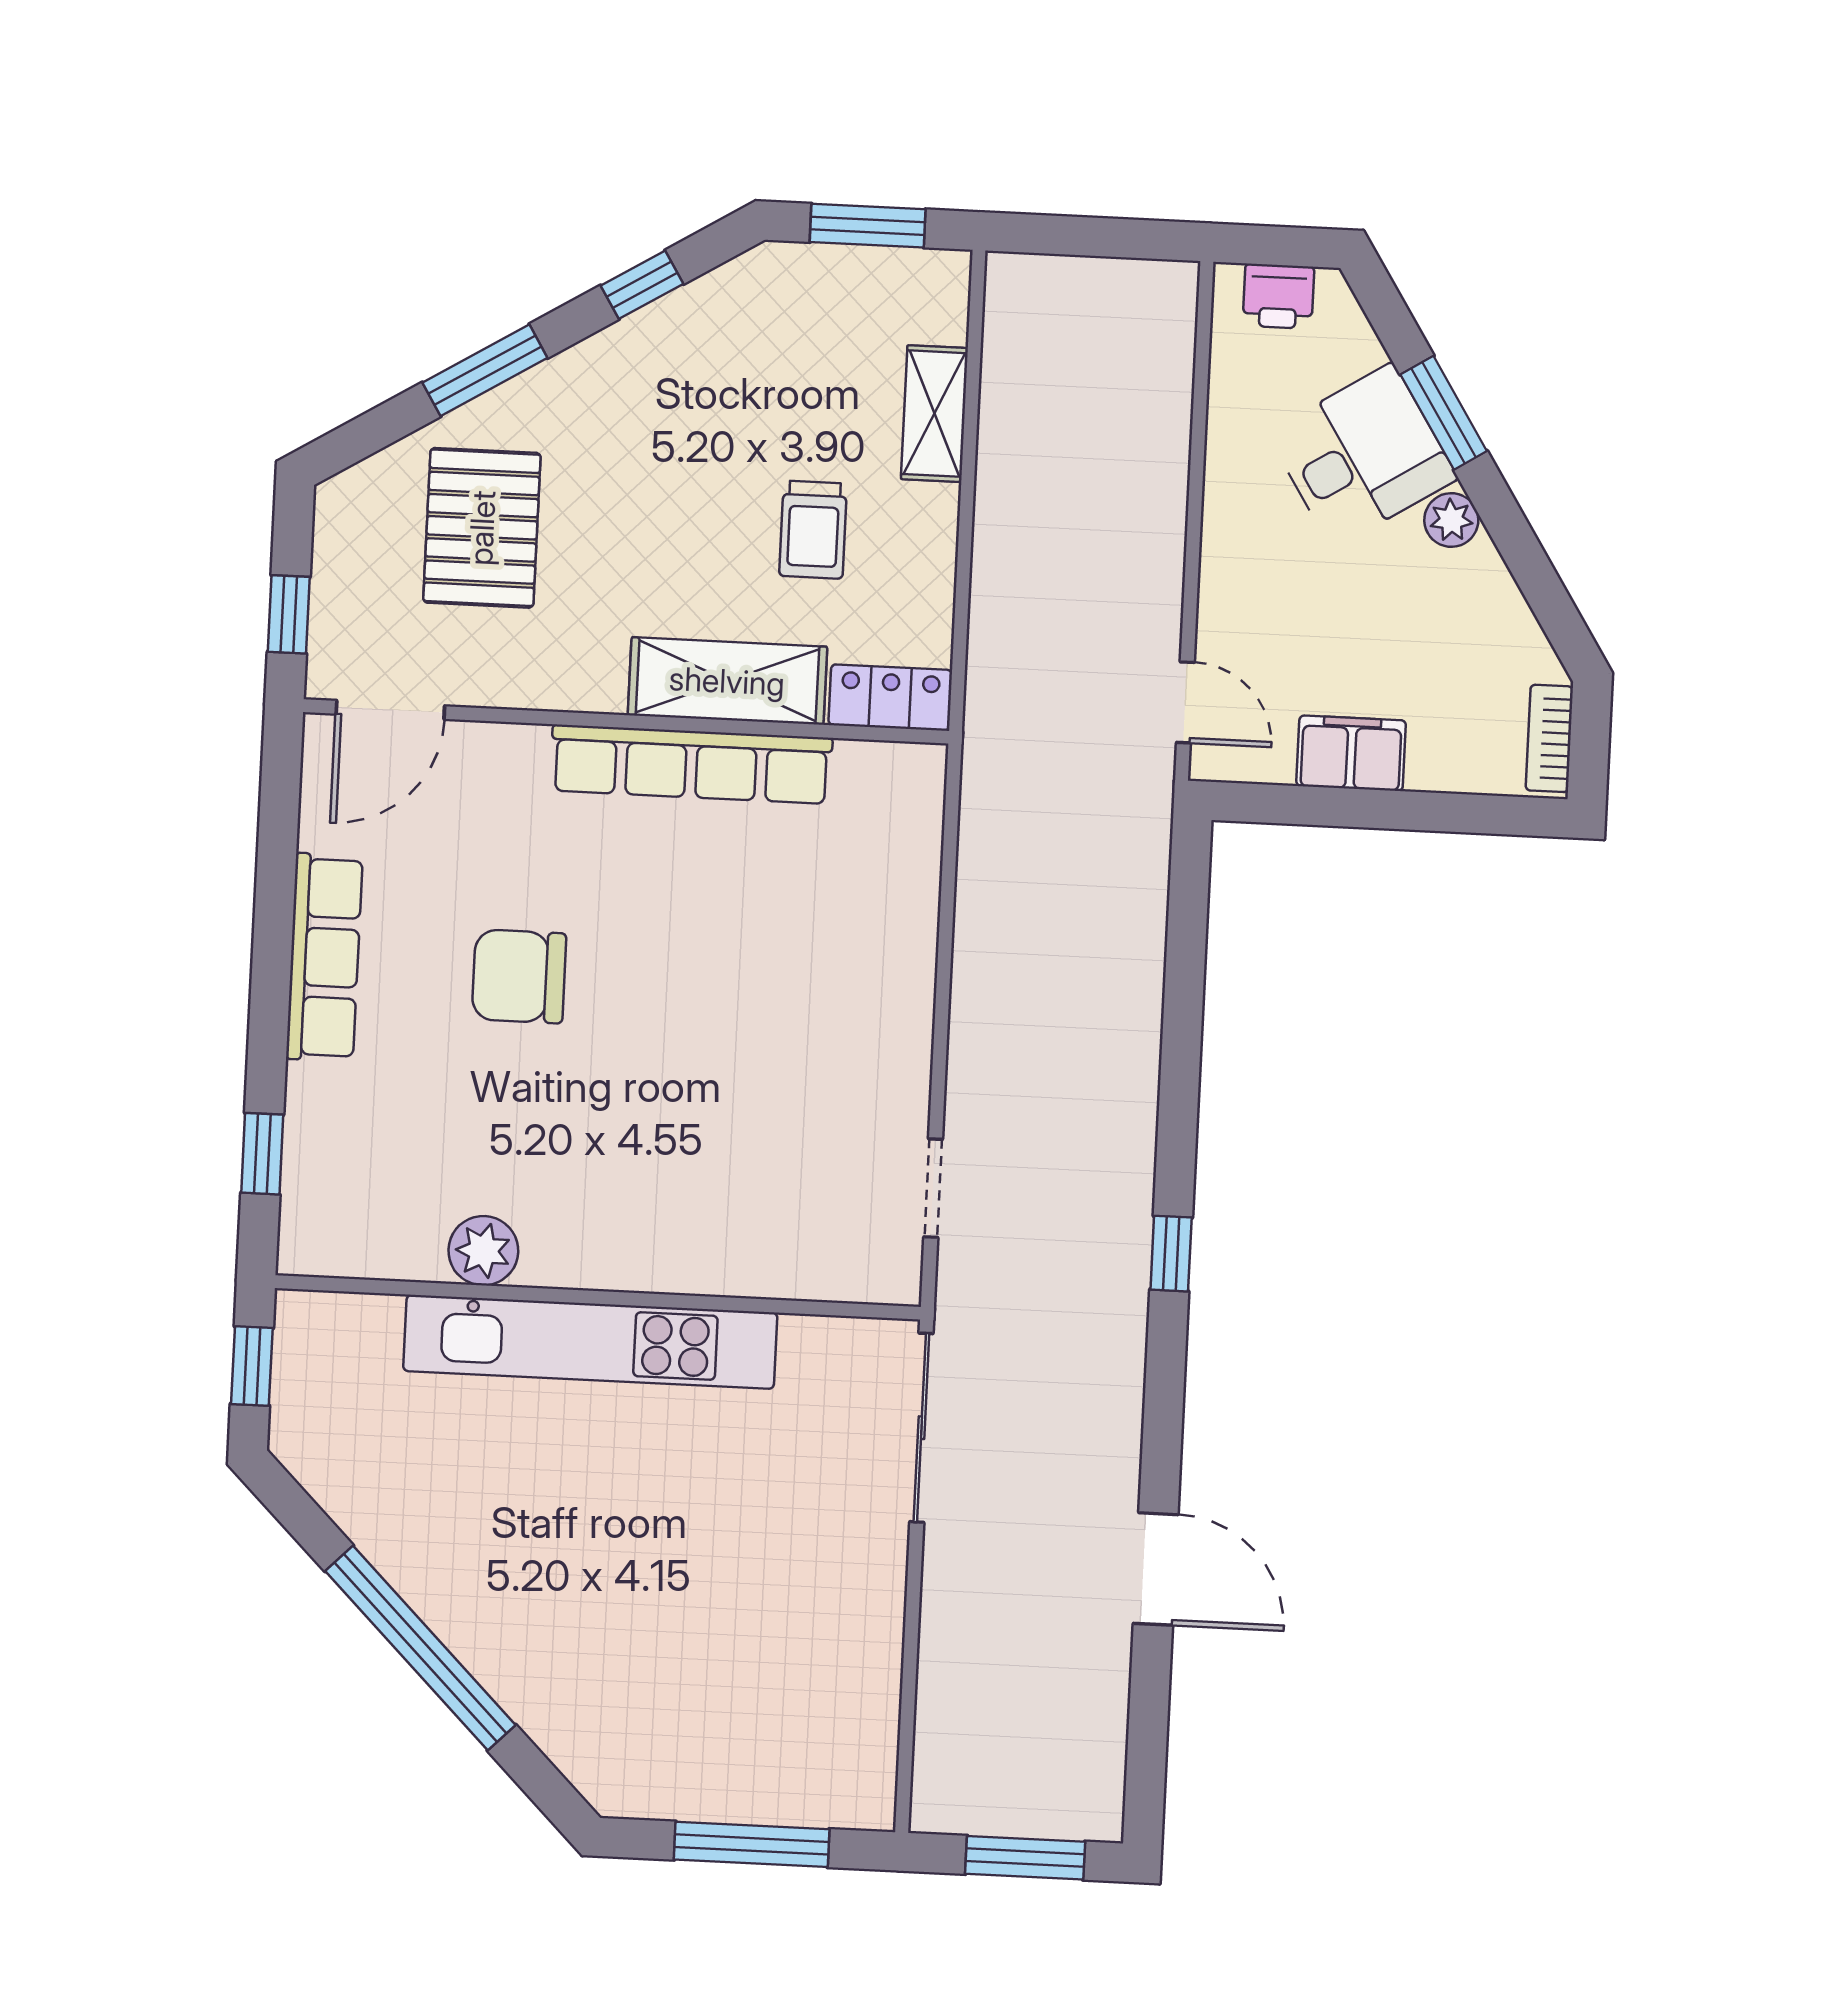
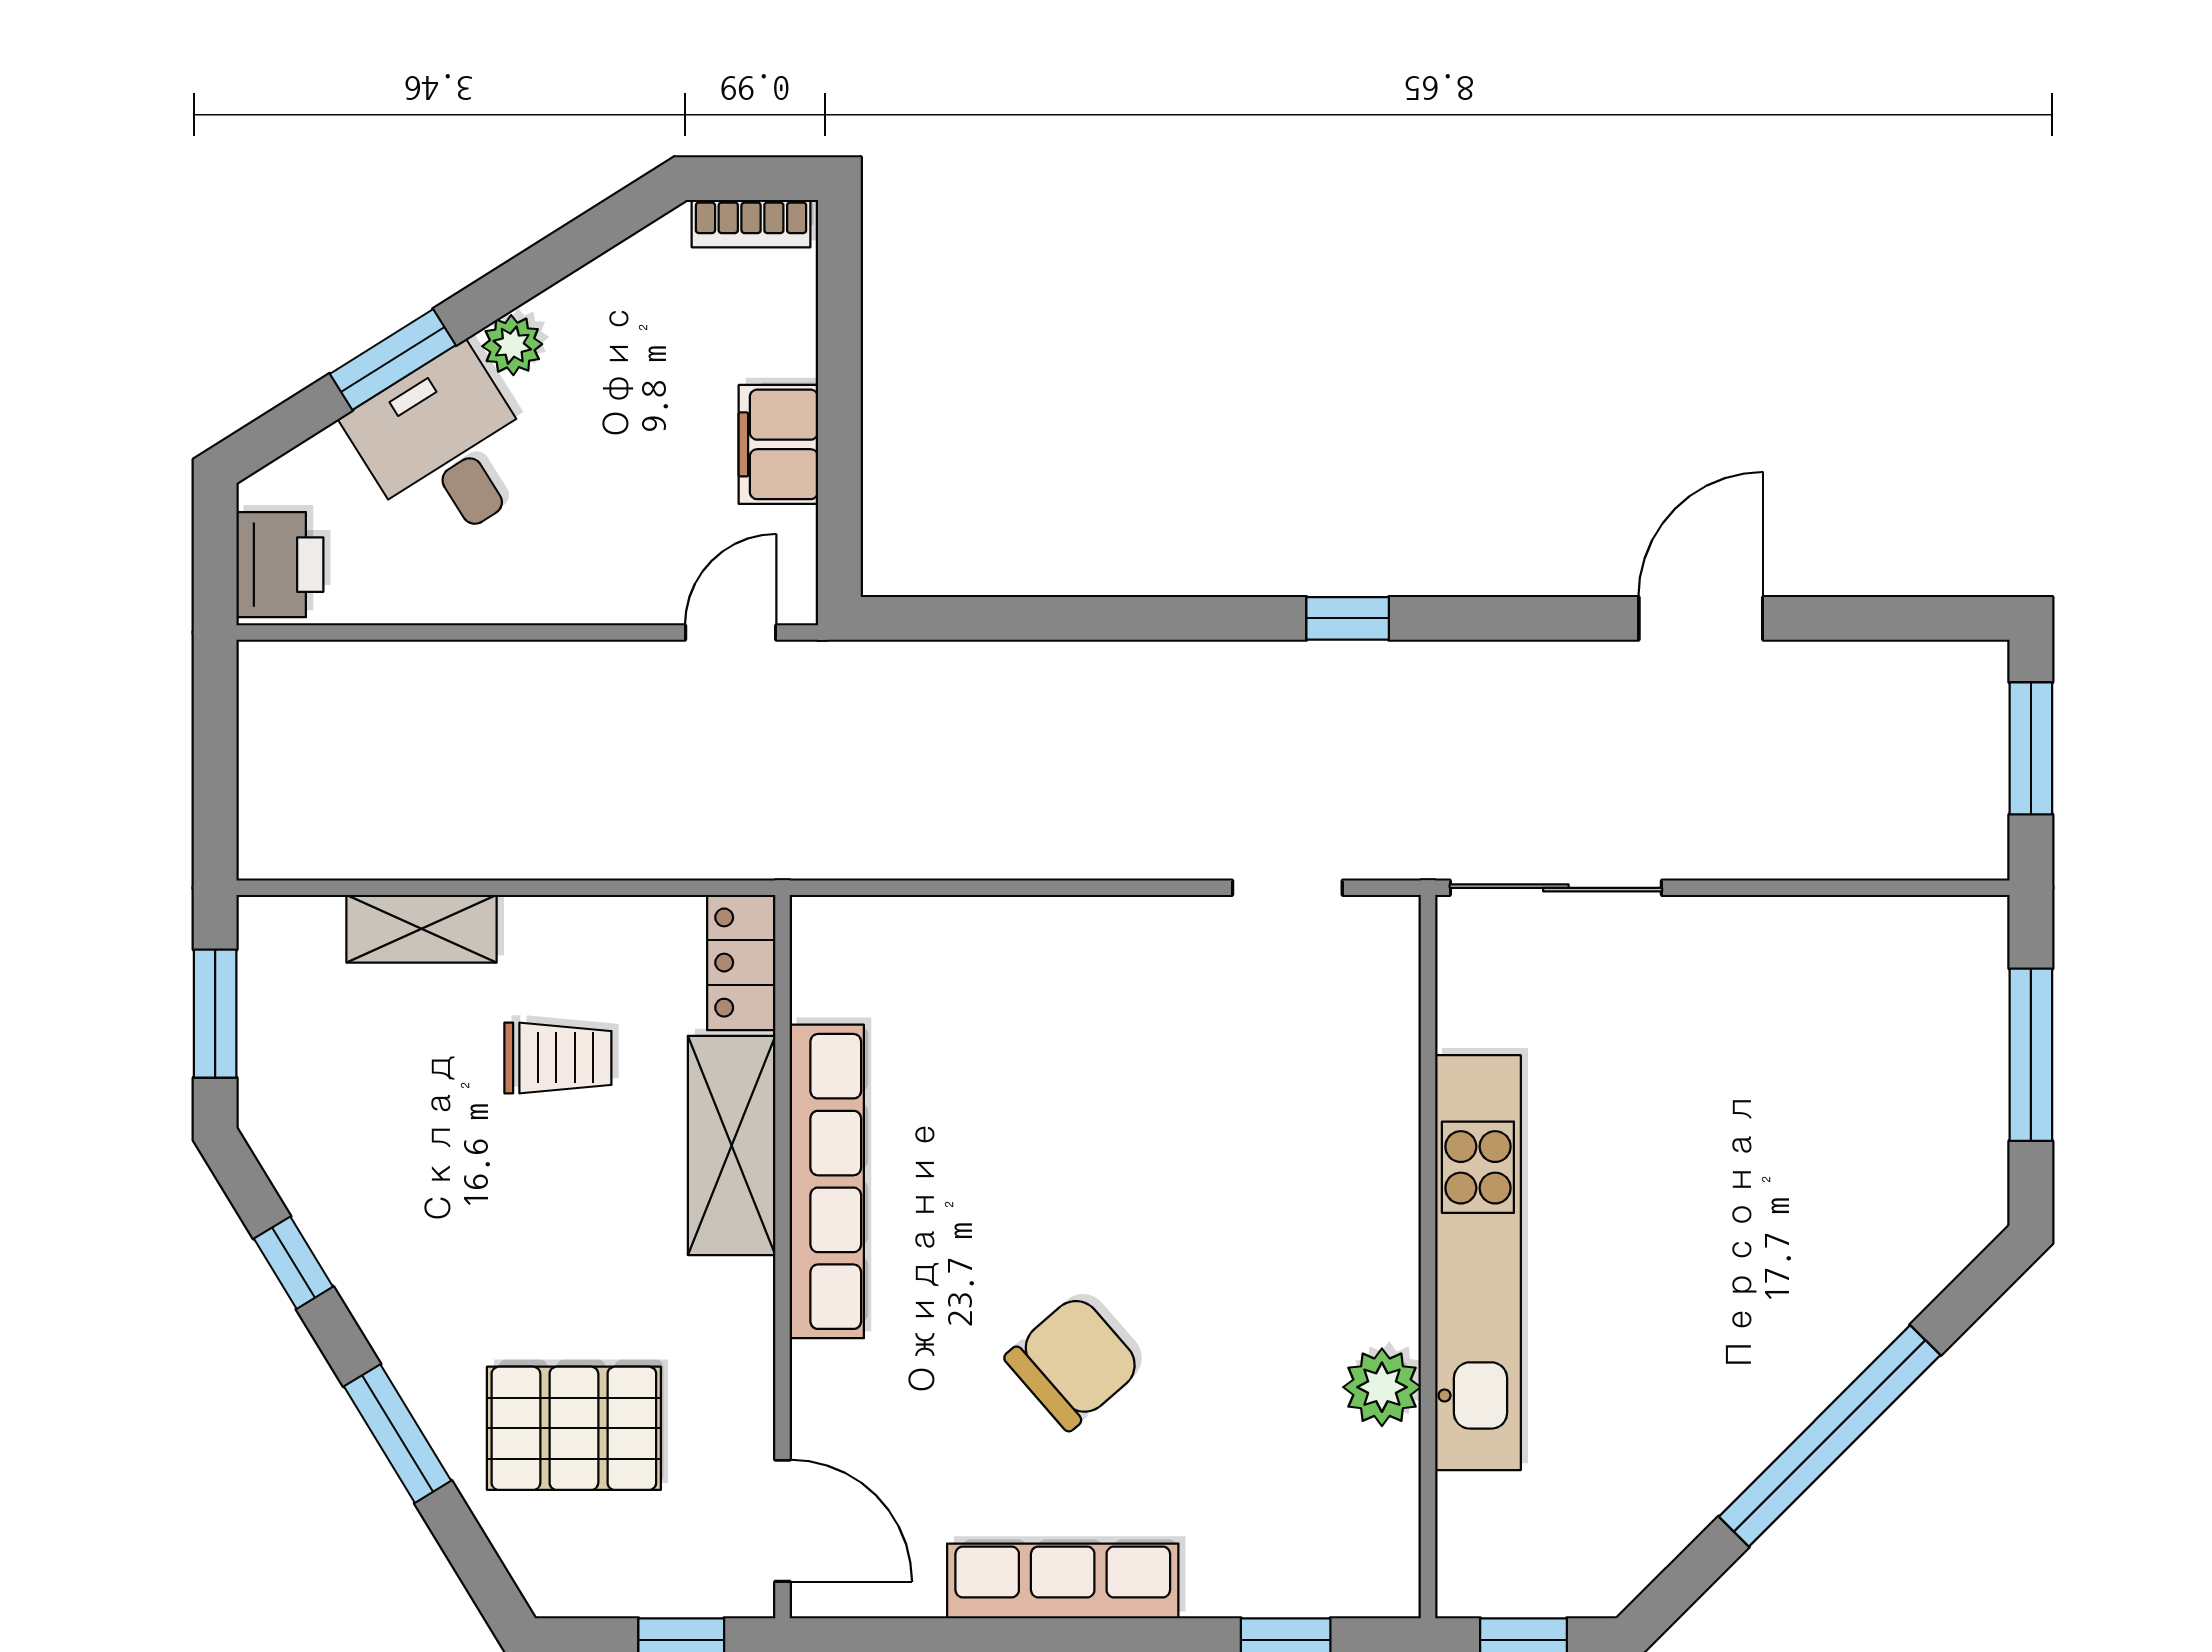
printer: (1278, 296) -> (280, 565), width x1.36, depth x1.24
chair: (519, 976) -> (1073, 1362), turned -131

